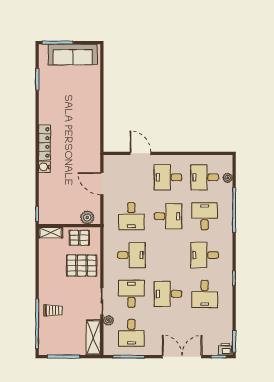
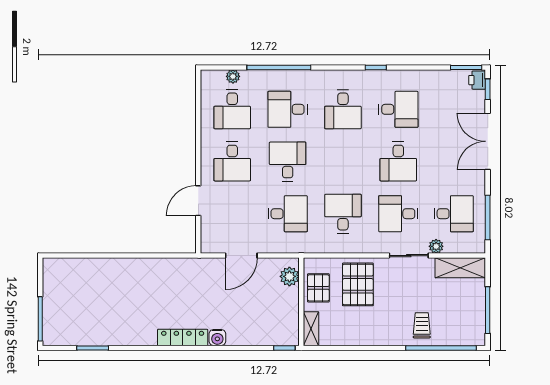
sofa: (73, 54) -> (57, 297), removed

